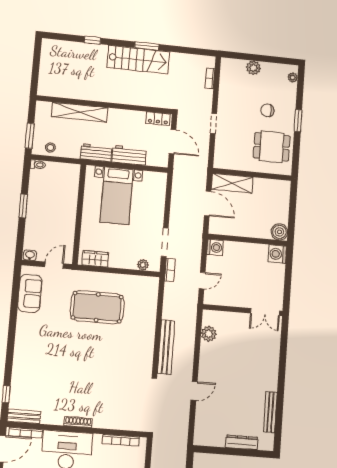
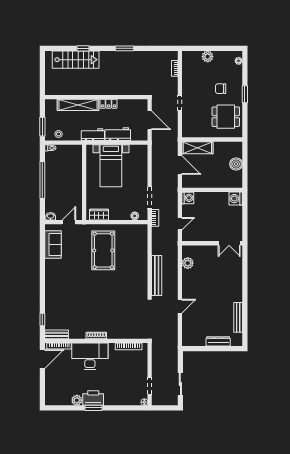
stairs: (138, 60) -> (76, 60), moved
locker: (158, 119) -> (109, 104), moved
window: (23, 206) -> (42, 180), width x2.11
boiler: (279, 232) -> (236, 164), moved
pool table: (97, 307) -> (103, 250), turned 90

